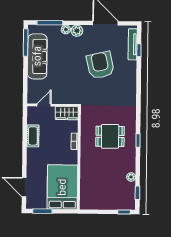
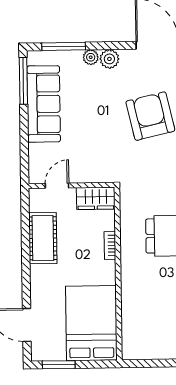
cot: (33, 136) -> (43, 238), width x1.37, depth x1.34

